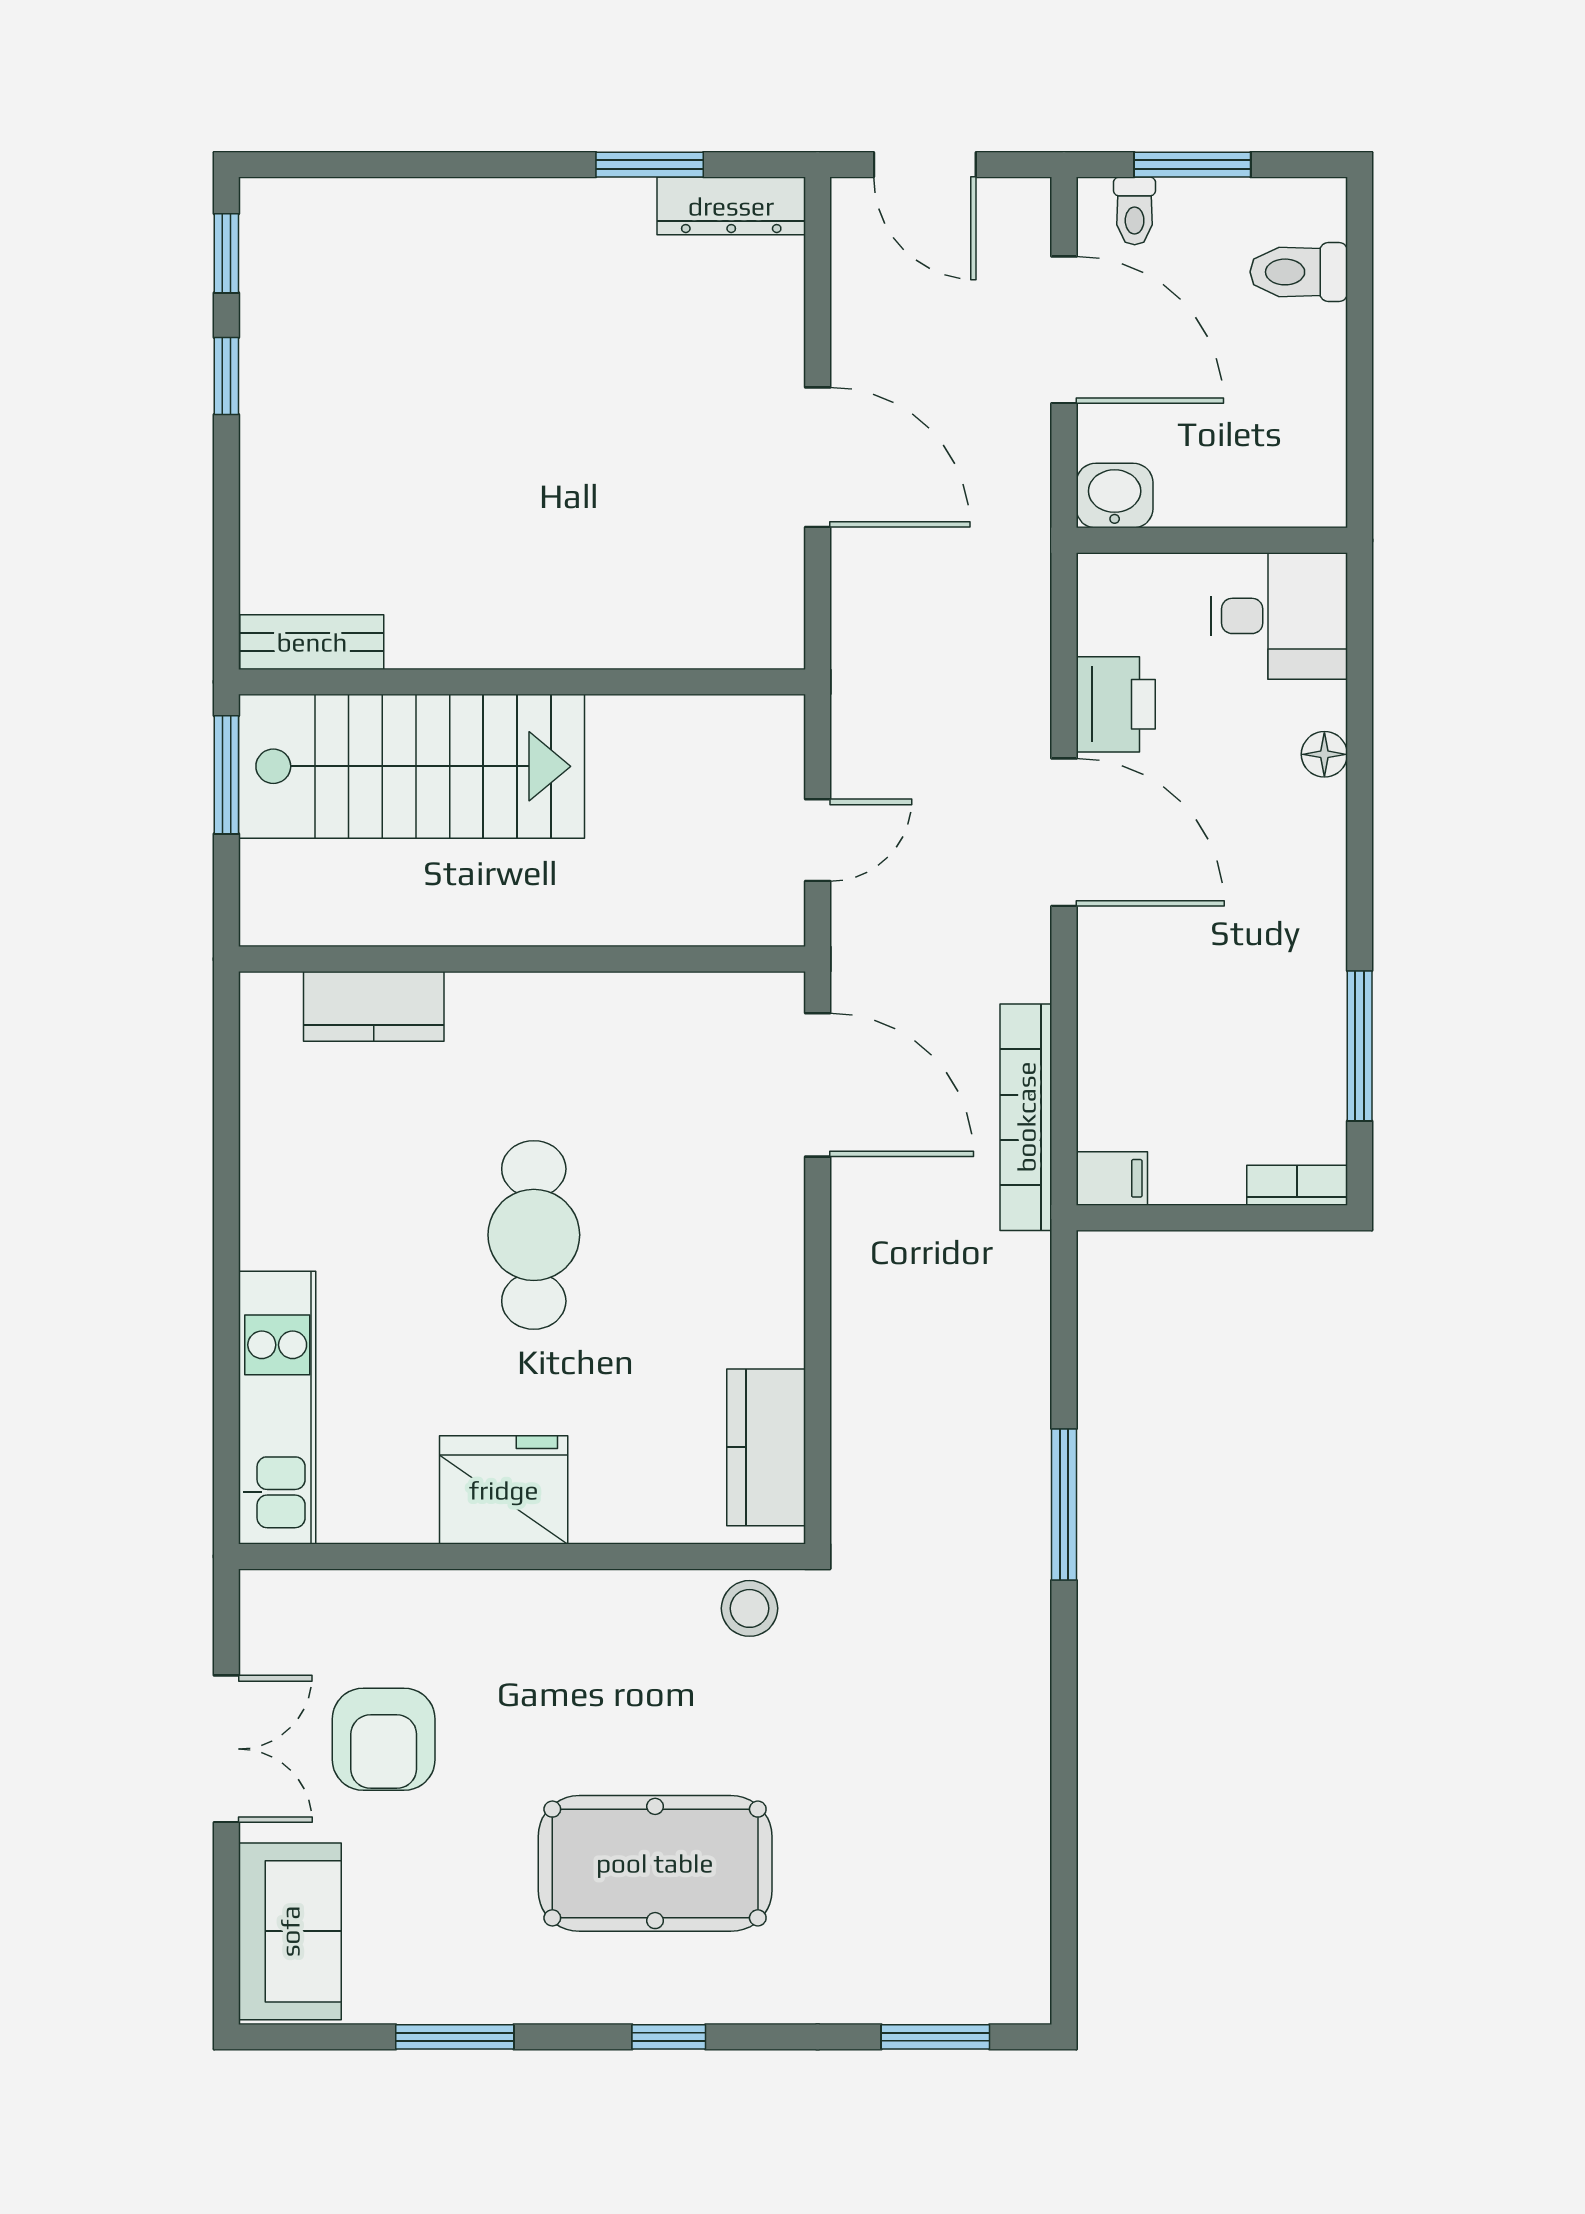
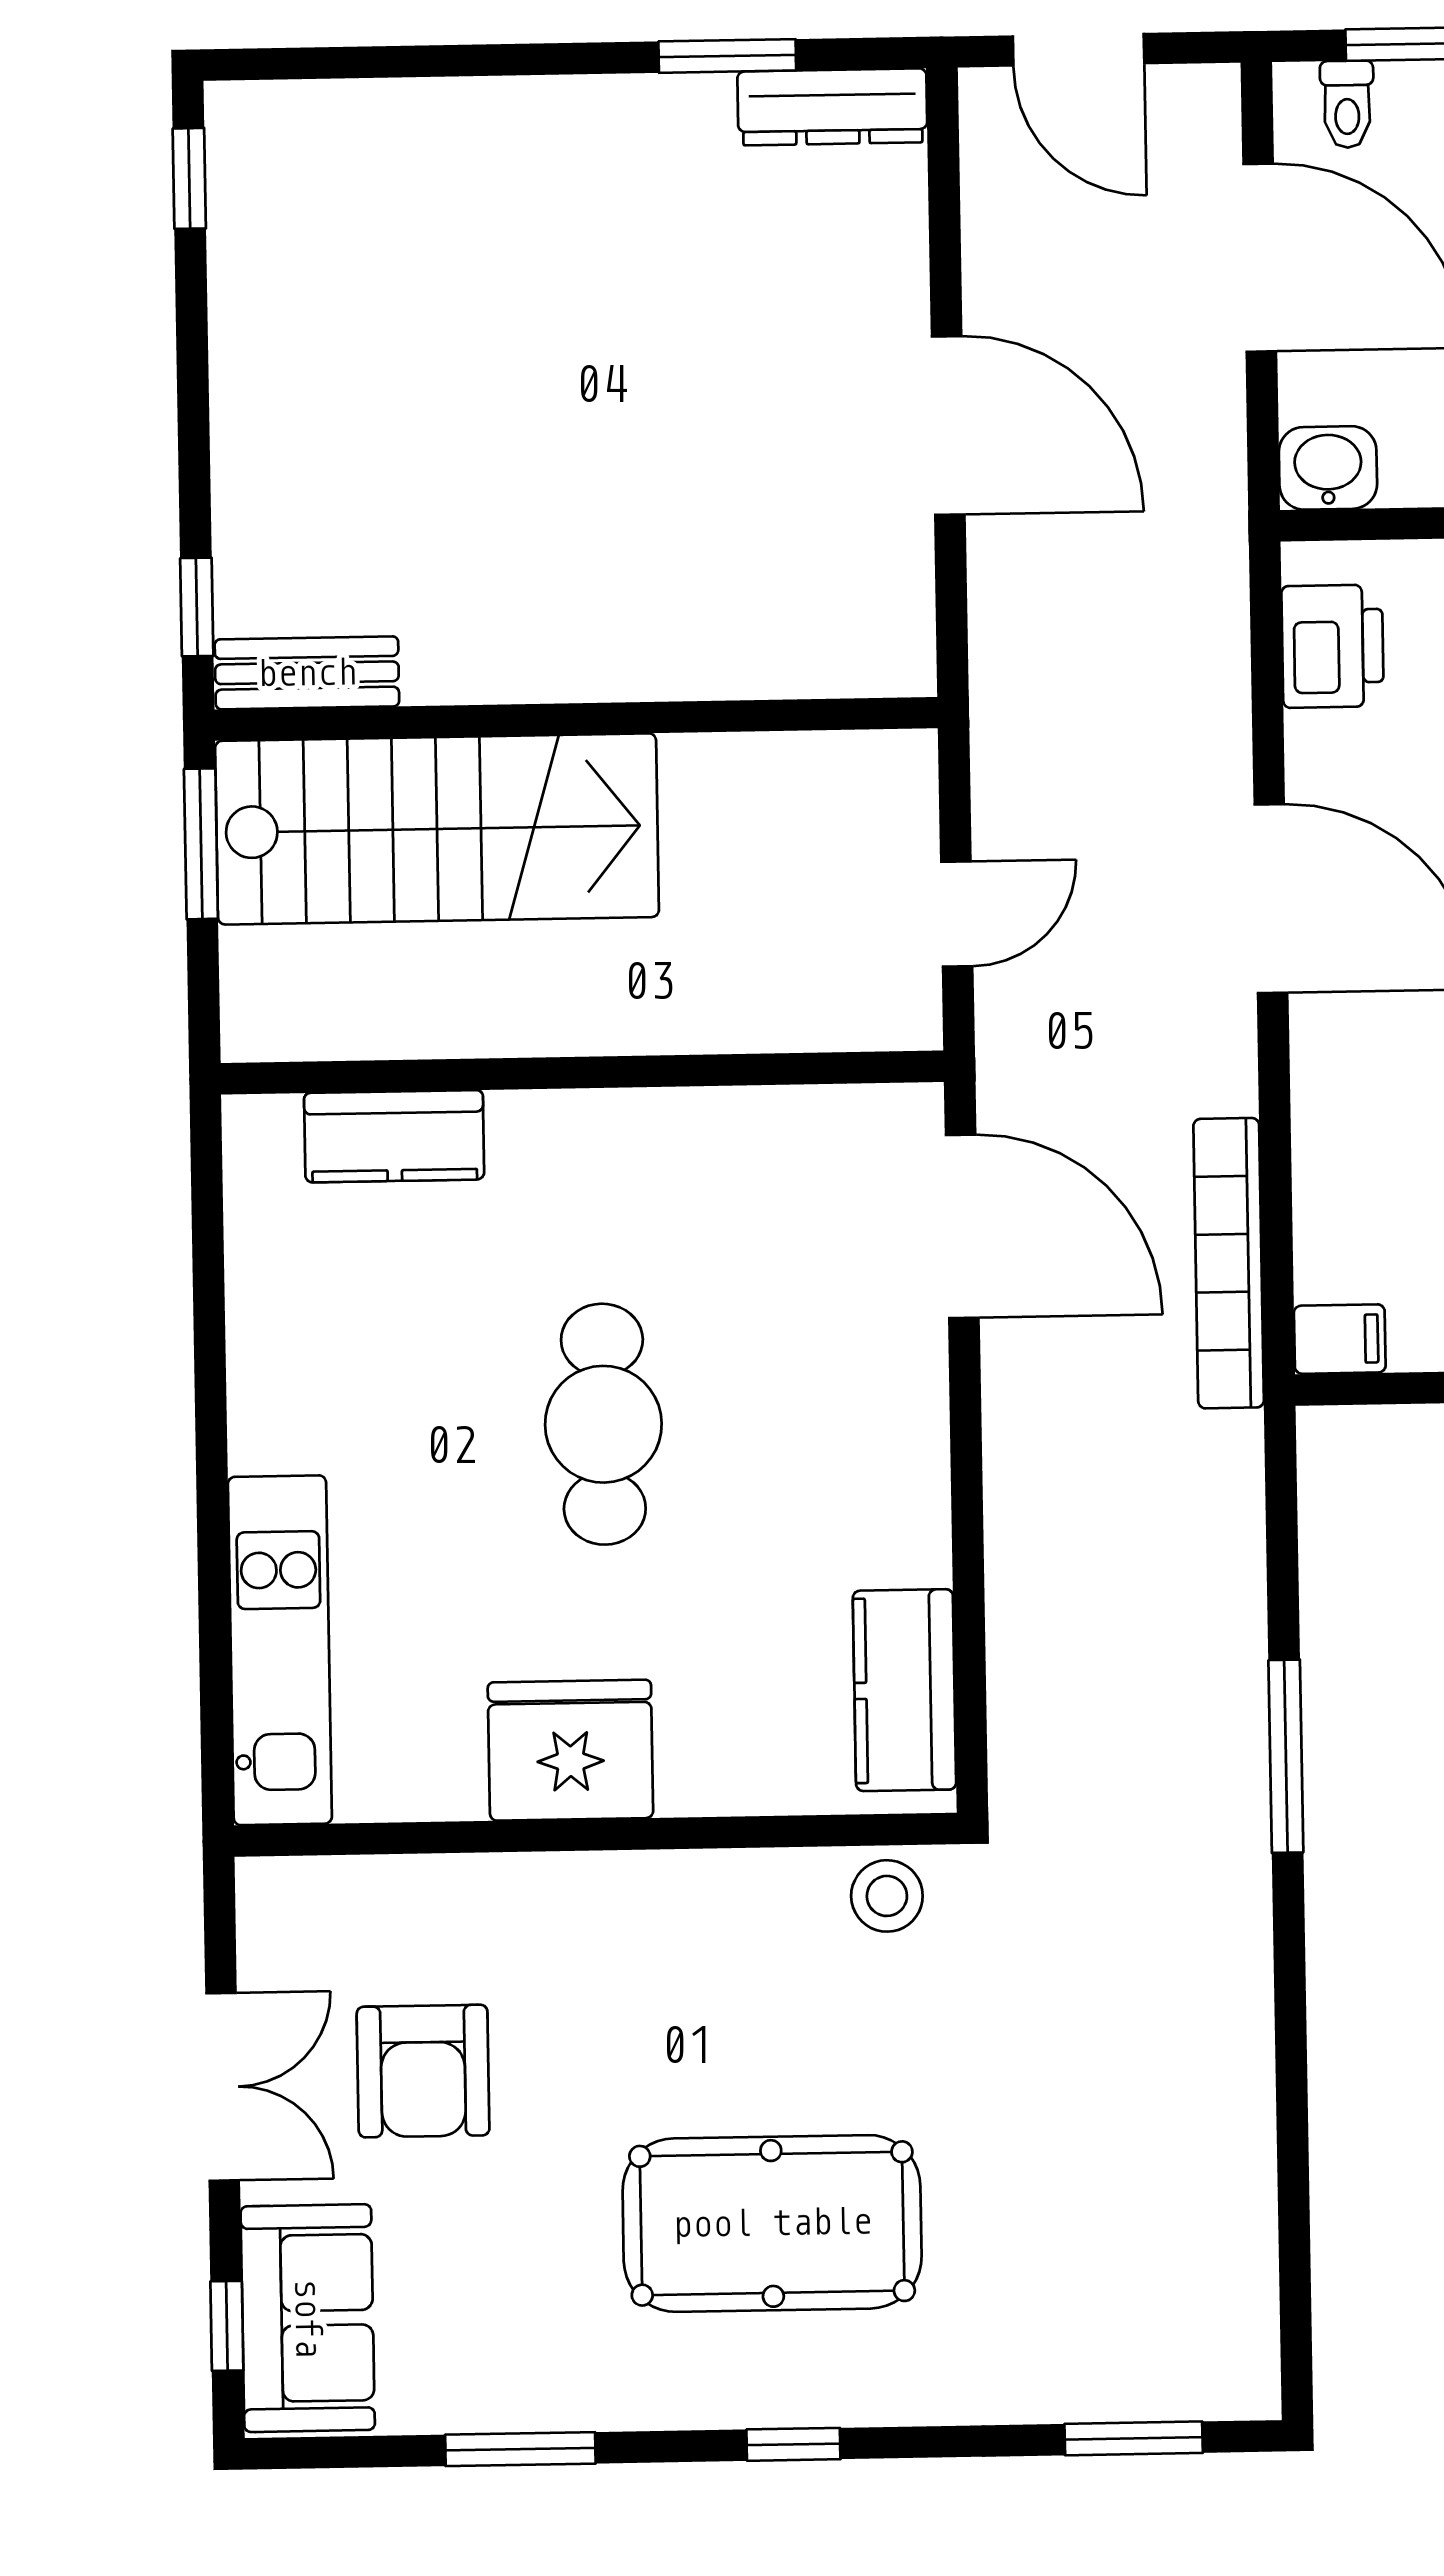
window: (226, 376) -> (197, 607), moved
printer: (1116, 704) -> (1333, 646), moved
window: (226, 1936) -> (227, 2326), added

